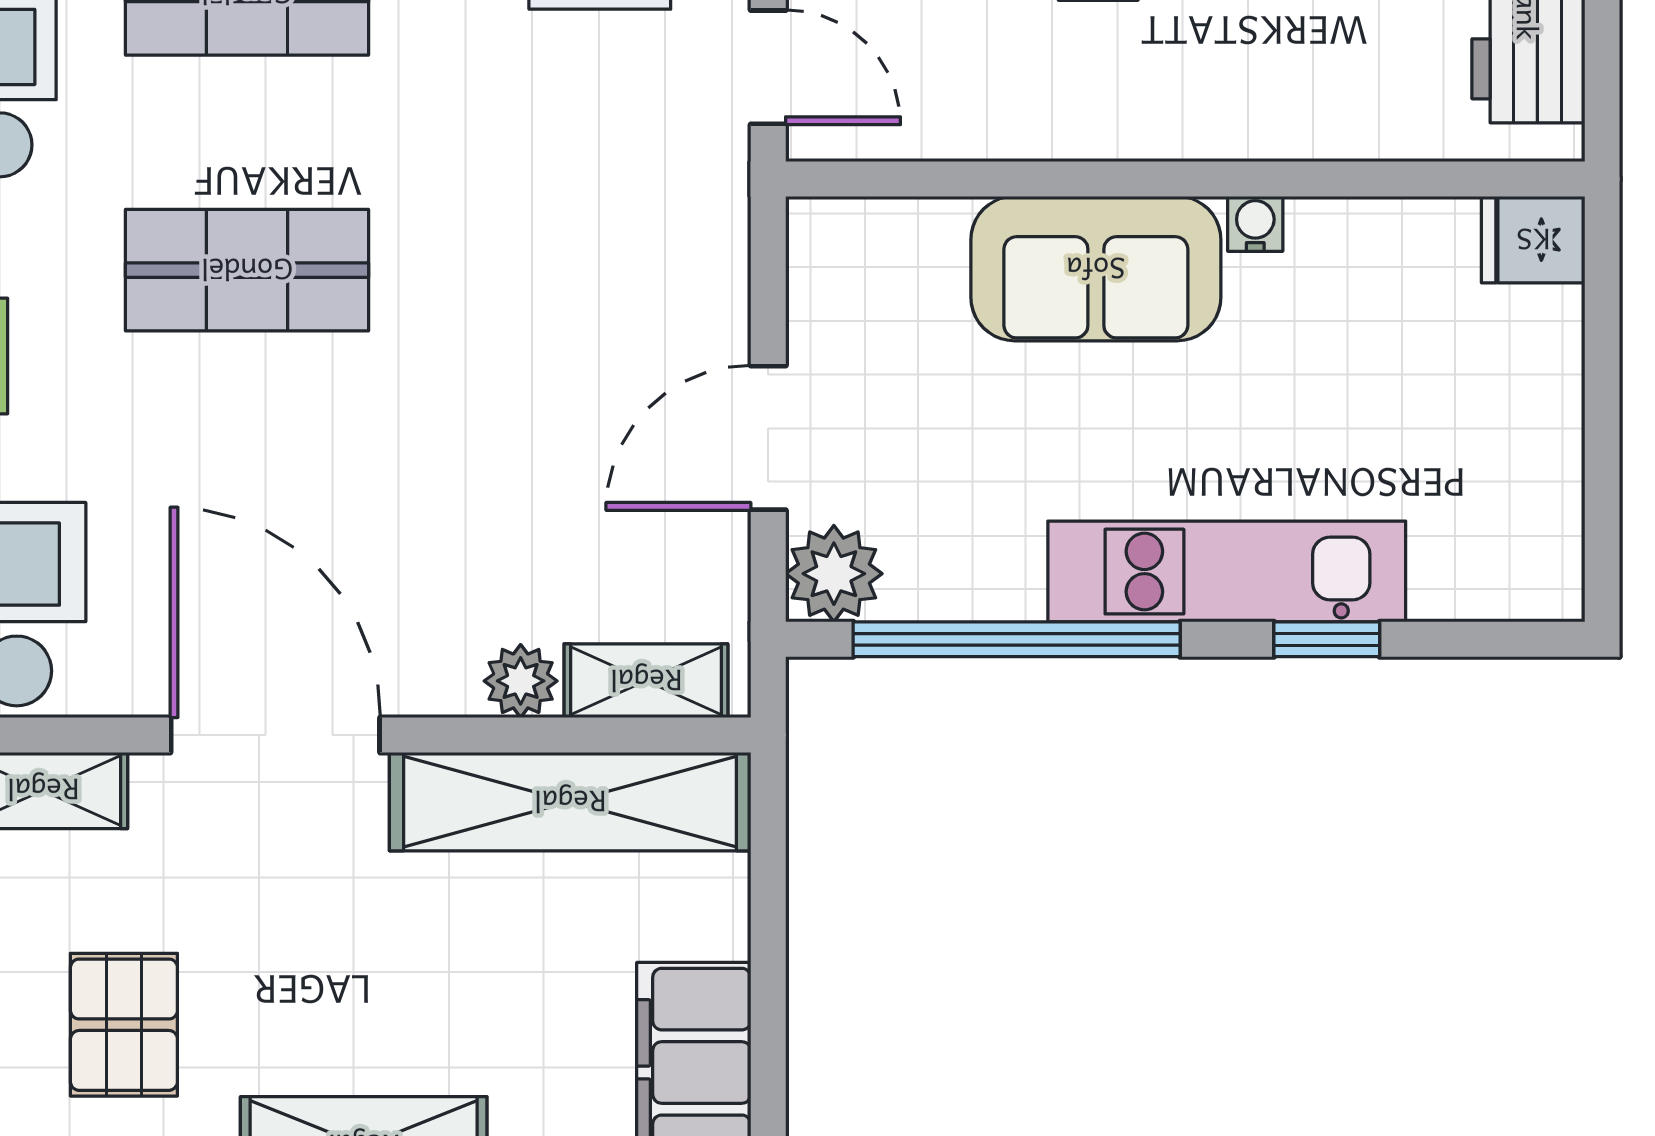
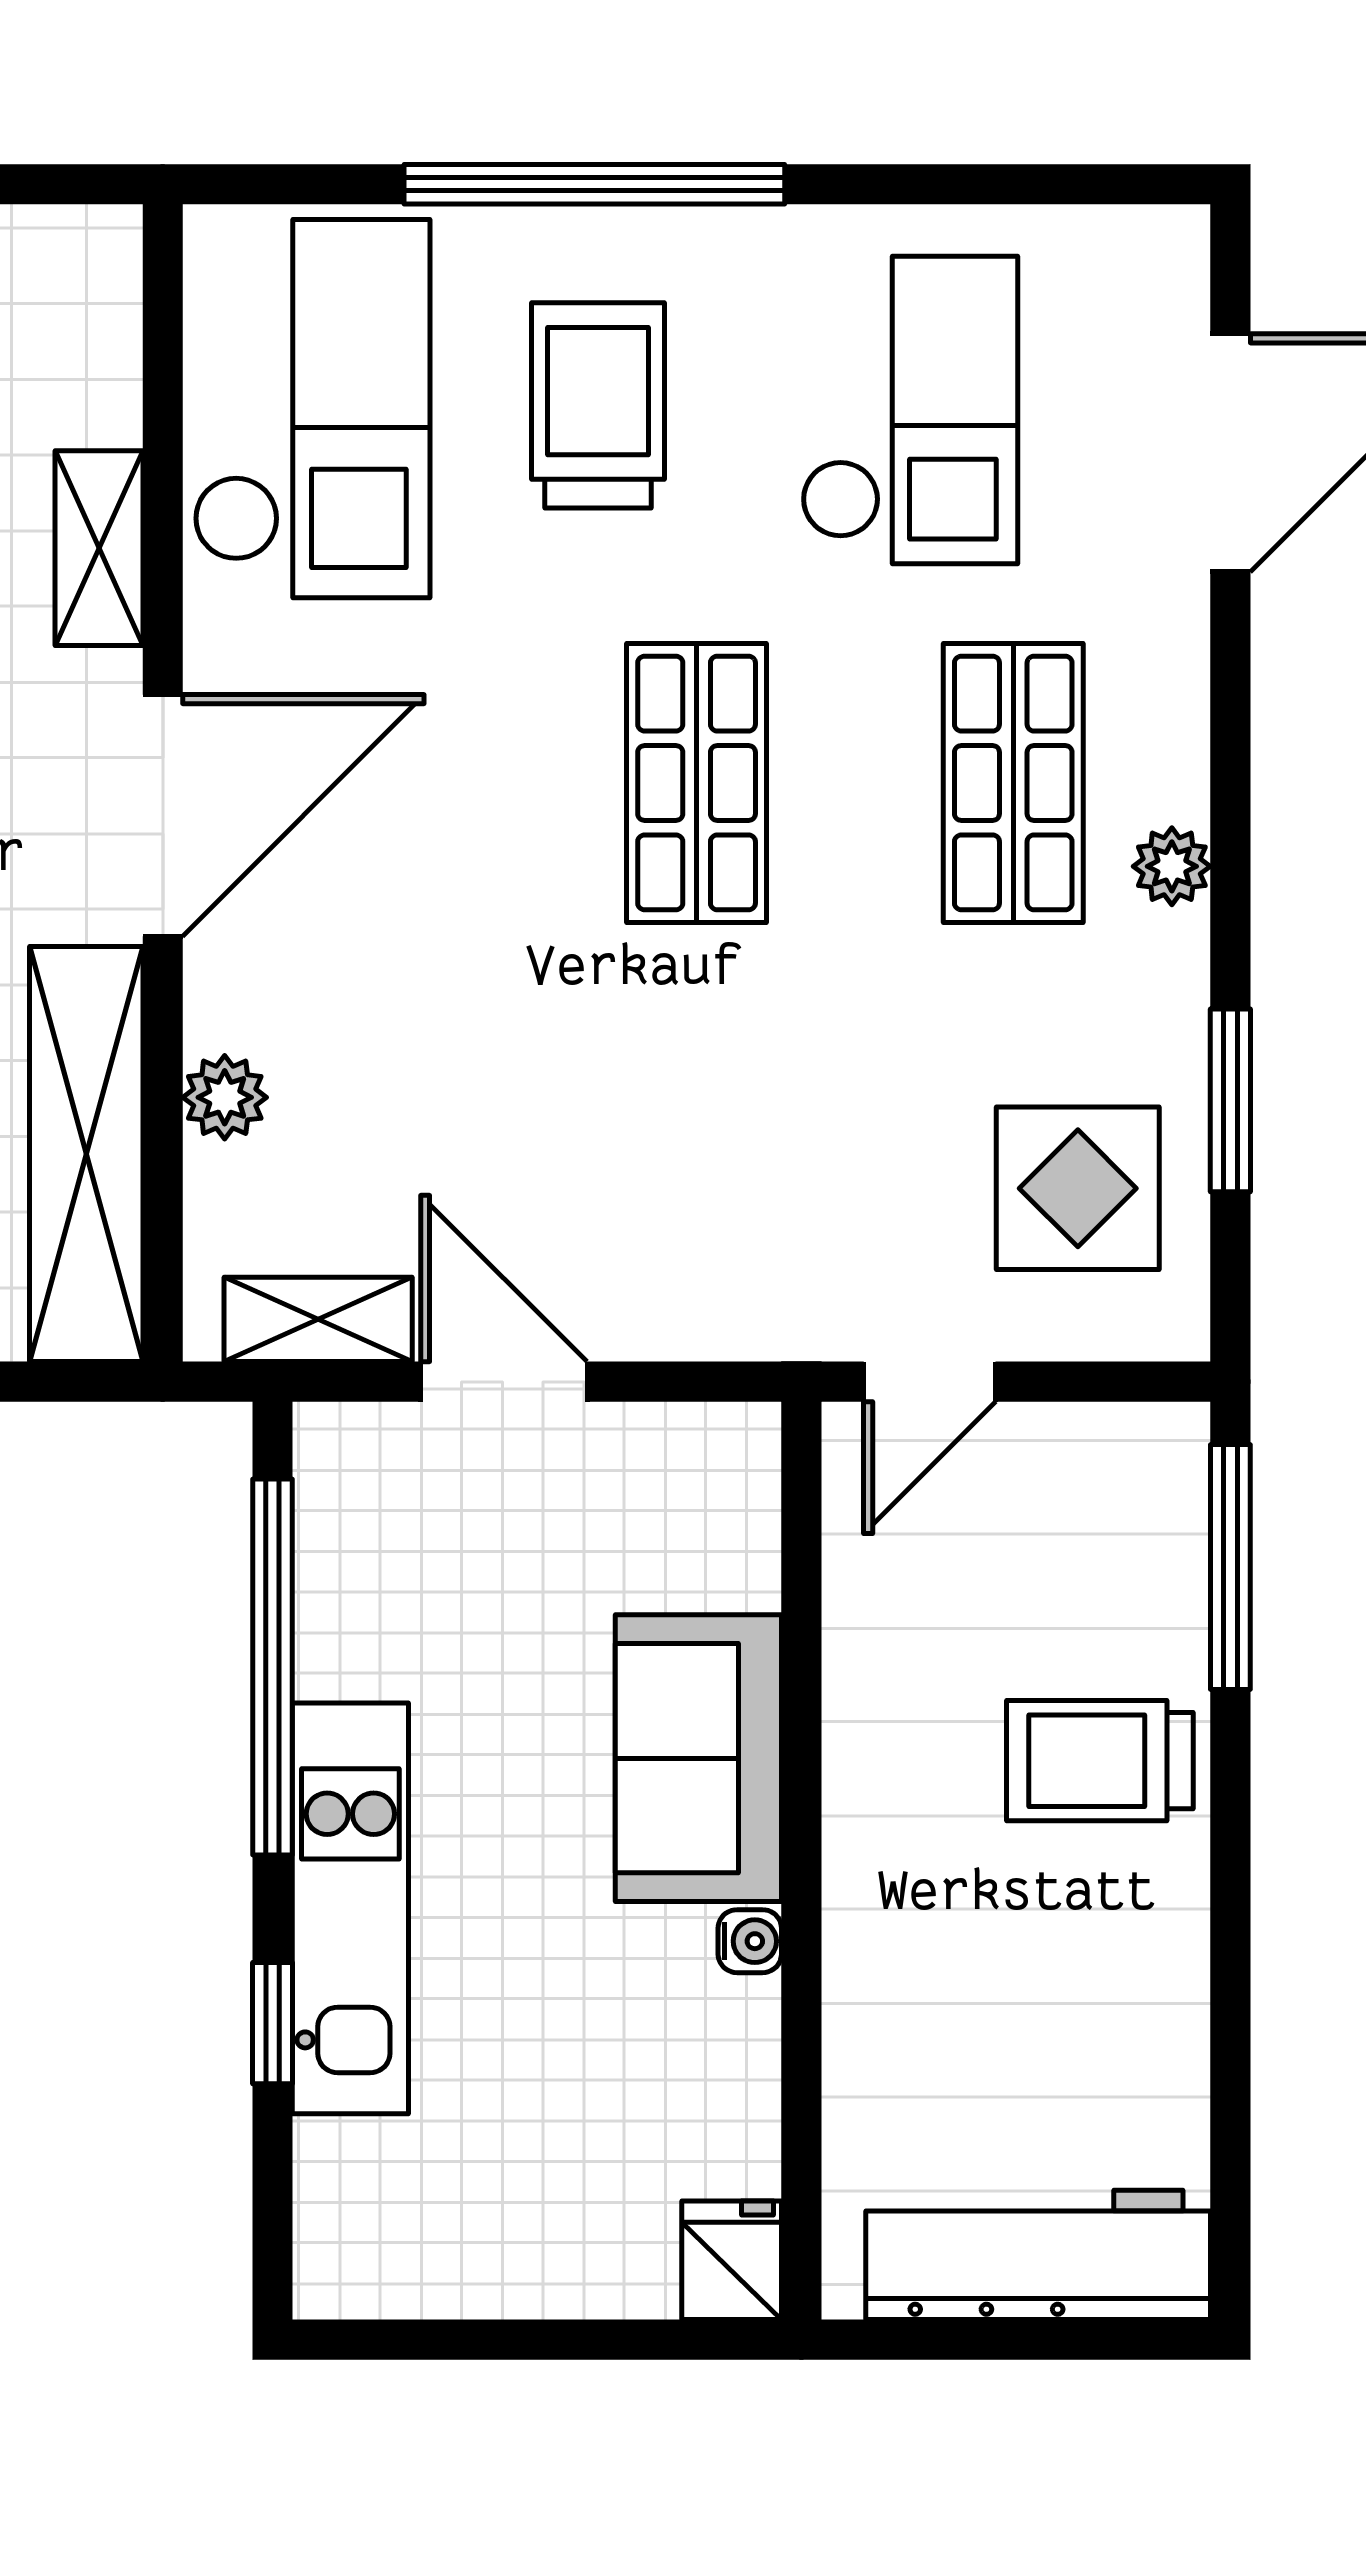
plant: (834, 574) -> (348, 1457), removed
shelving: (646, 681) -> (318, 1319), moved, turned 90

